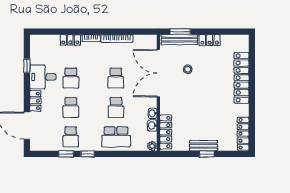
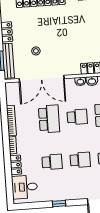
window: (27, 66) -> (59, 204), moved
desk: (43, 77) -> (25, 187), moved, turned 90
school desk: (116, 78) -> (49, 119), width x1.85
locker: (35, 101) -> (76, 194), removed

